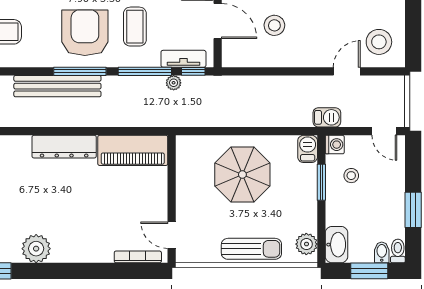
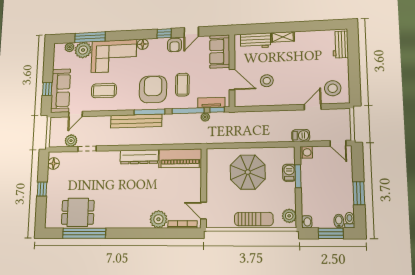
barbecue: (308, 149) -> (289, 173), moved
stool: (351, 176) -> (317, 172), removed
washbasin: (337, 245) -> (307, 222), width x0.52, depth x0.69
plant: (36, 249) -> (158, 219), moved

